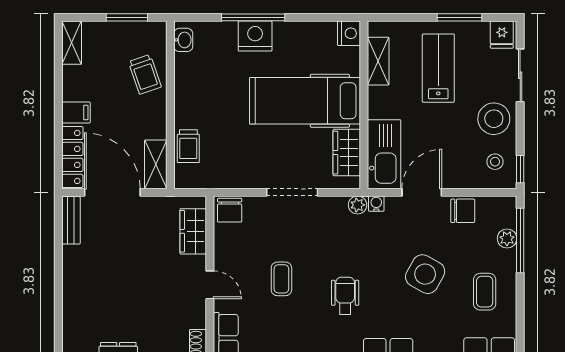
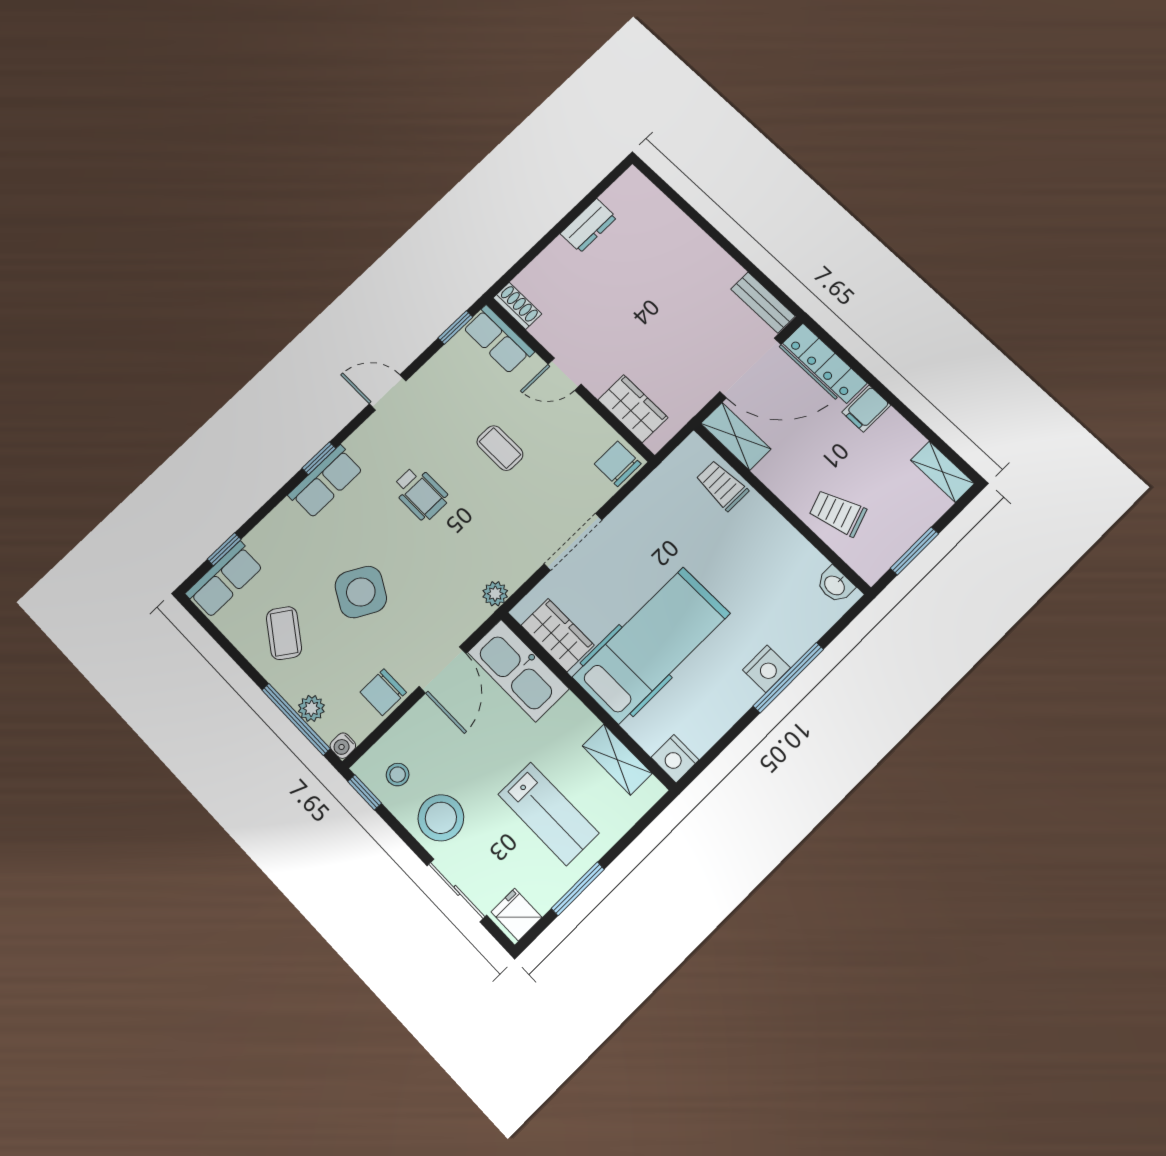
nightstand: (255, 36) -> (767, 669), width x0.74, depth x0.75
water cooler: (376, 204) -> (343, 746), moved, turned 90
coffee table: (485, 292) -> (284, 633), turned 35

